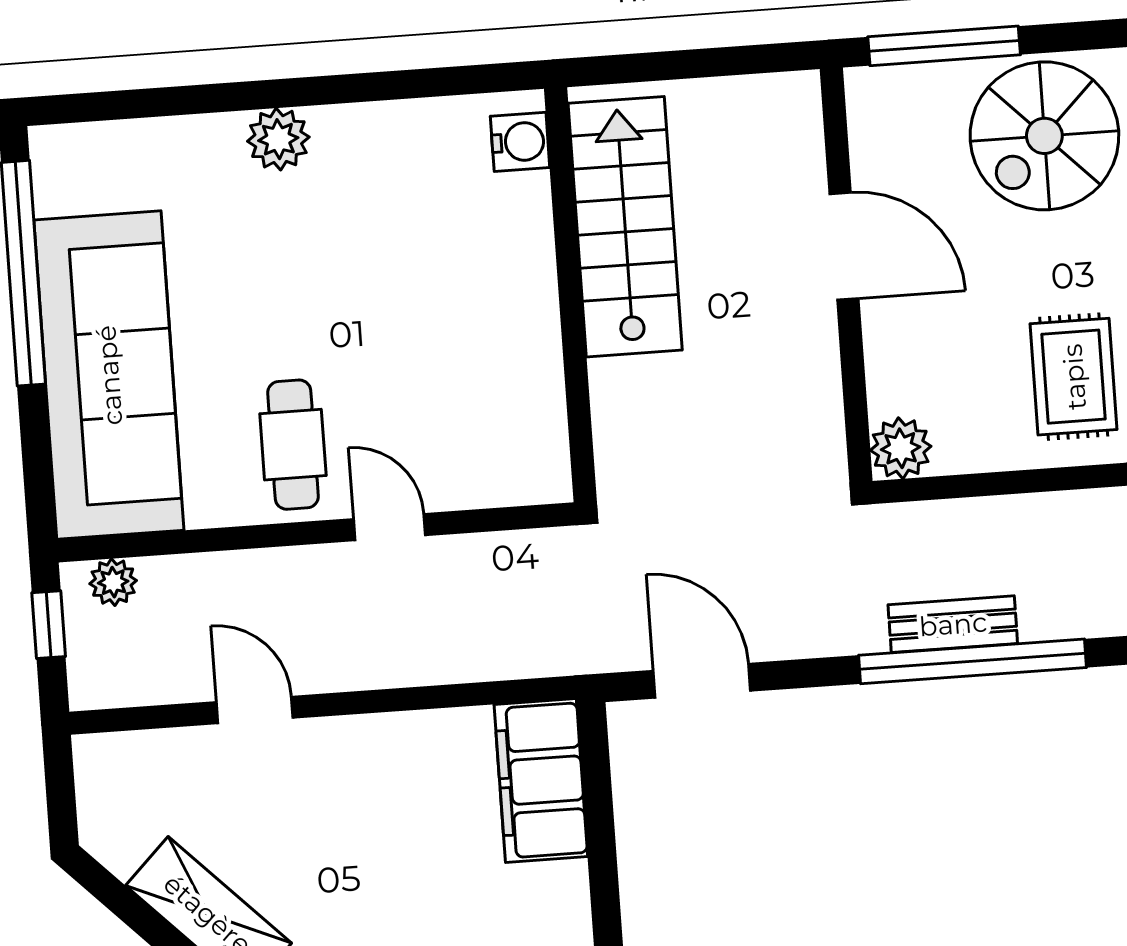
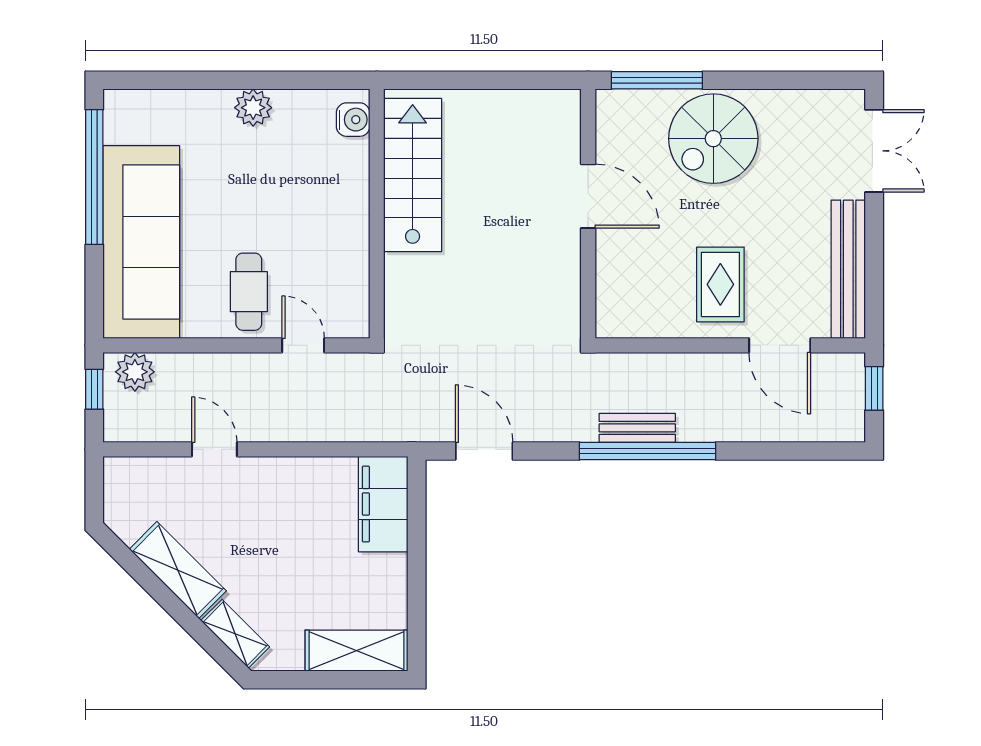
water cooler: (520, 142) -> (353, 120), moved
stairs: (625, 227) -> (413, 175), moved
wall: (570, 295) -> (377, 214), moved
plant: (901, 448) -> (614, 320), removed
plant: (113, 582) -> (135, 372), width x1.38, depth x1.38

